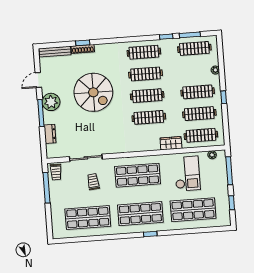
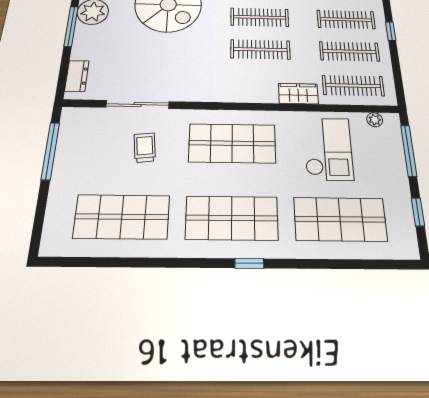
dresser: (50, 134) -> (77, 76), moved
trolley: (56, 172) -> (76, 124), removed

